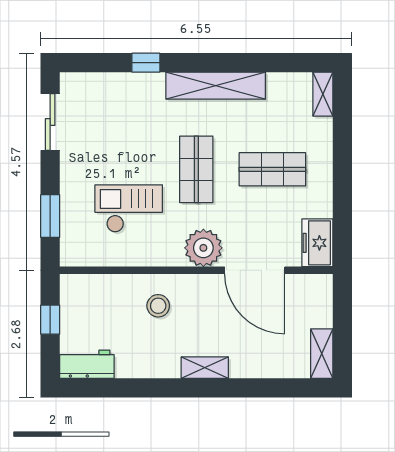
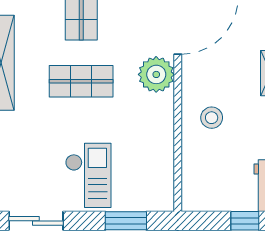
checkout: (129, 208) -> (88, 175), moved, turned 180
window: (50, 320) -> (245, 221), moved

